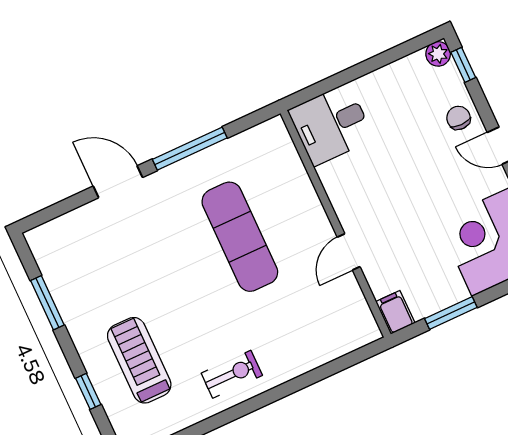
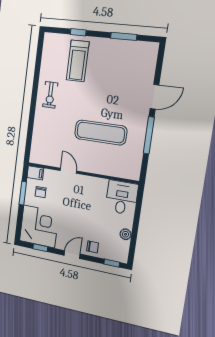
plant: (438, 54) -> (126, 234), moved
chair: (425, 279) -> (41, 192), added
treadmill: (139, 360) -> (78, 61), turned 90

